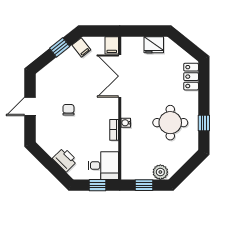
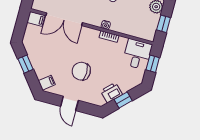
filing cabinet: (81, 47) -> (47, 83), moved
chair: (68, 110) -> (81, 71), width x1.87, depth x1.87
printer: (65, 160) -> (111, 93), moved
window: (49, 164) -> (123, 100), added

